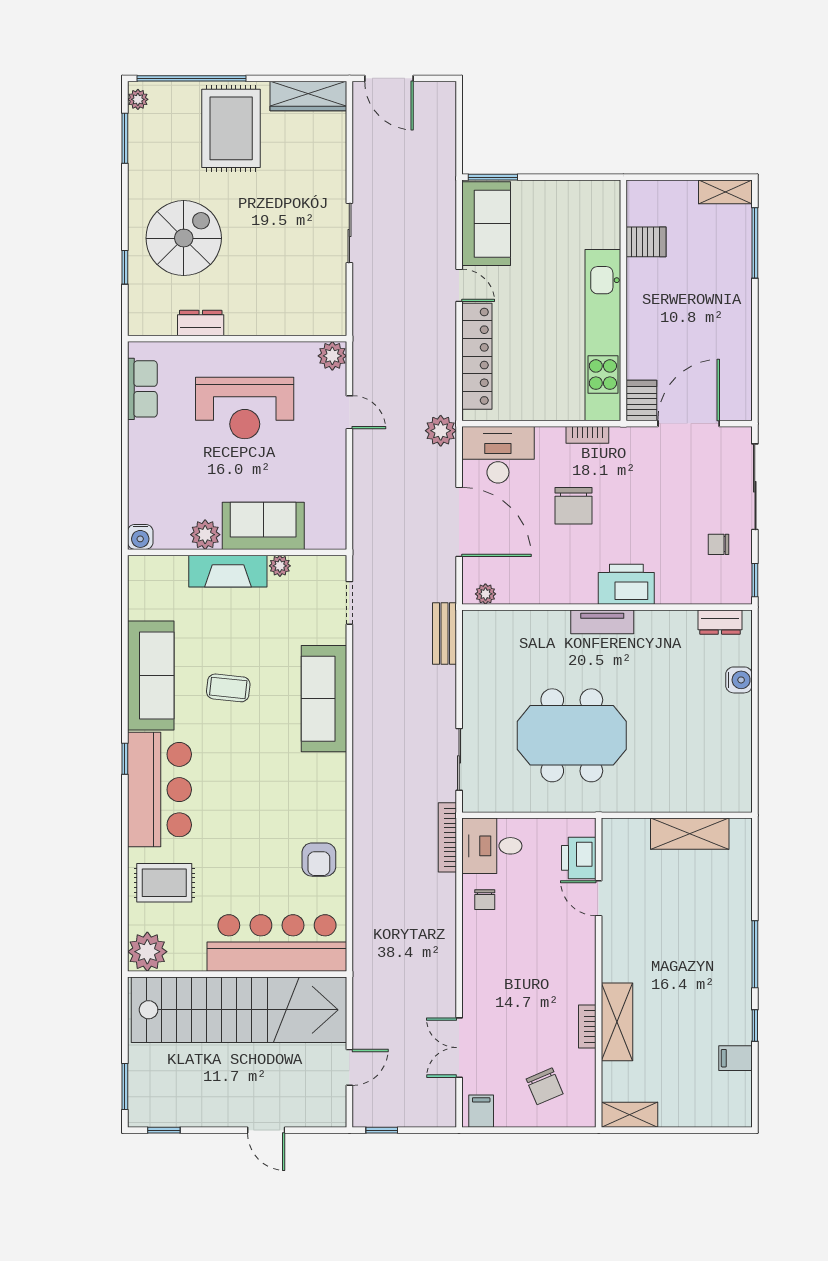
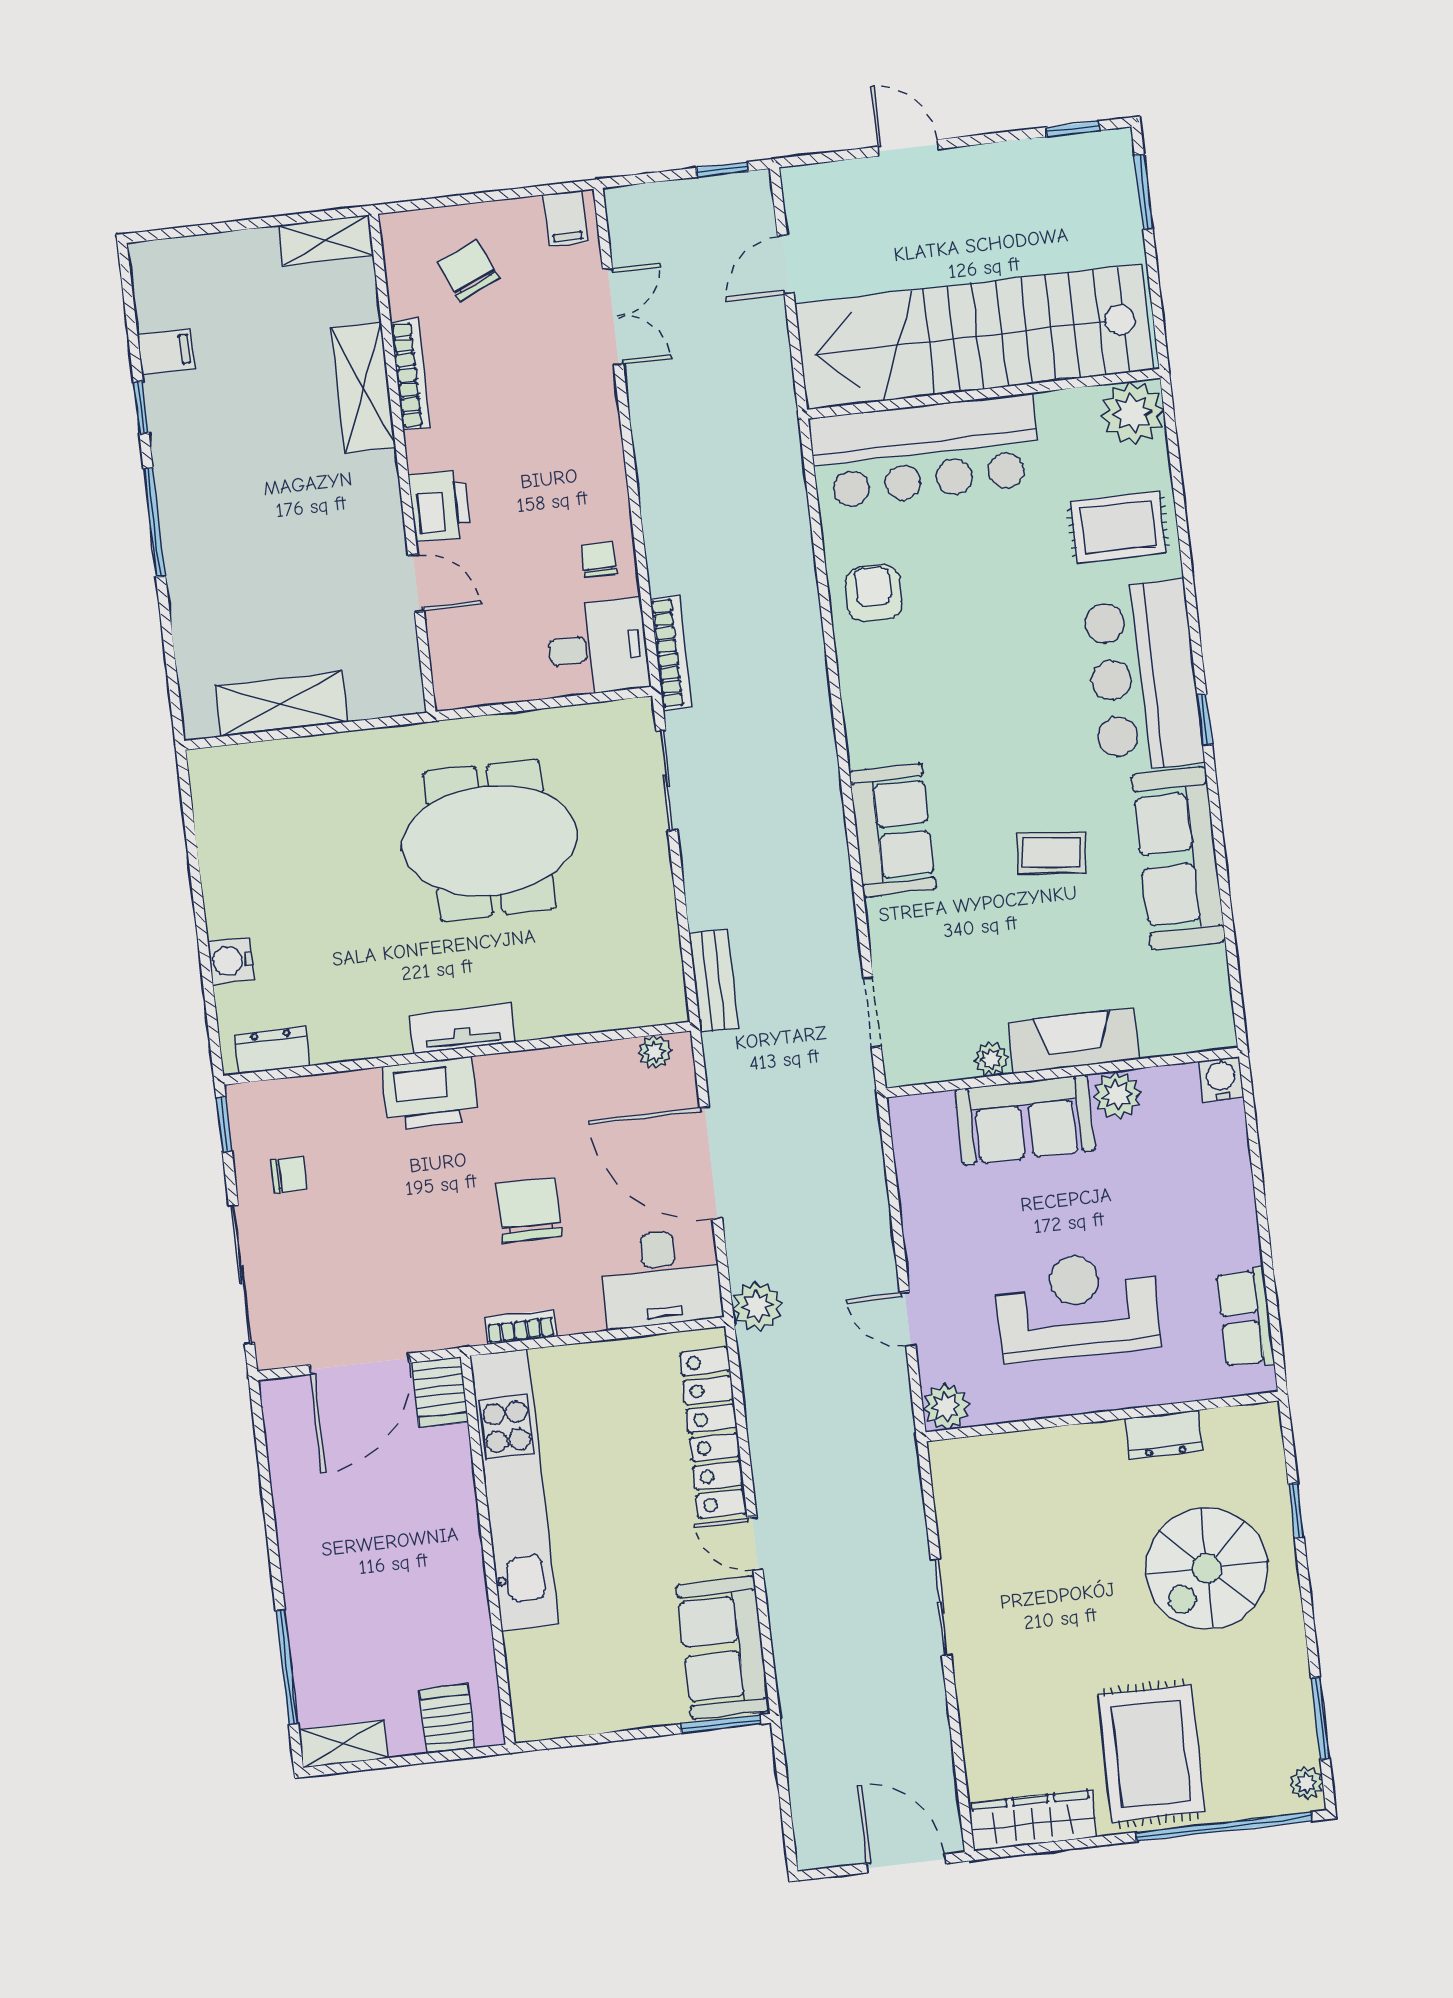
server rack: (646, 242) -> (447, 1719), moved, turned 90
sofa: (324, 699) -> (893, 830), width x0.73
printer: (579, 858) -> (440, 506), moved
bookcase: (587, 1027) -> (410, 375), width x1.56

